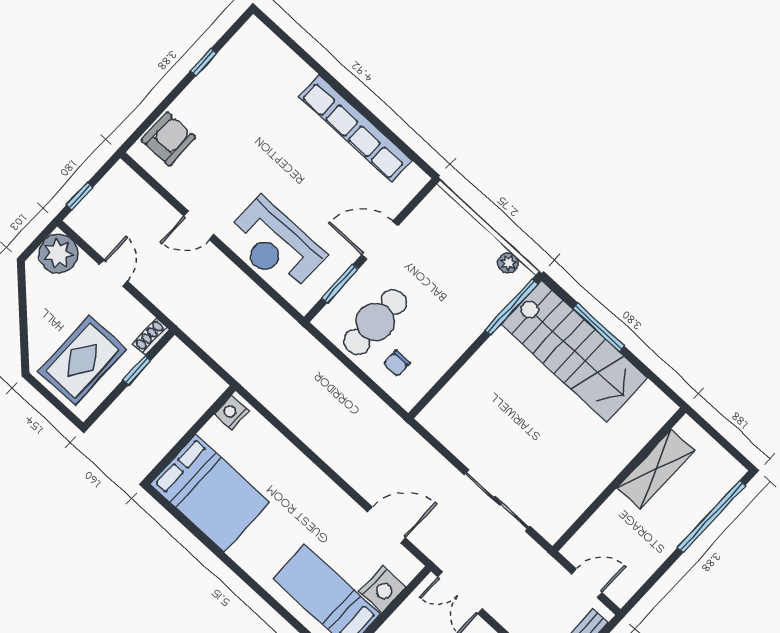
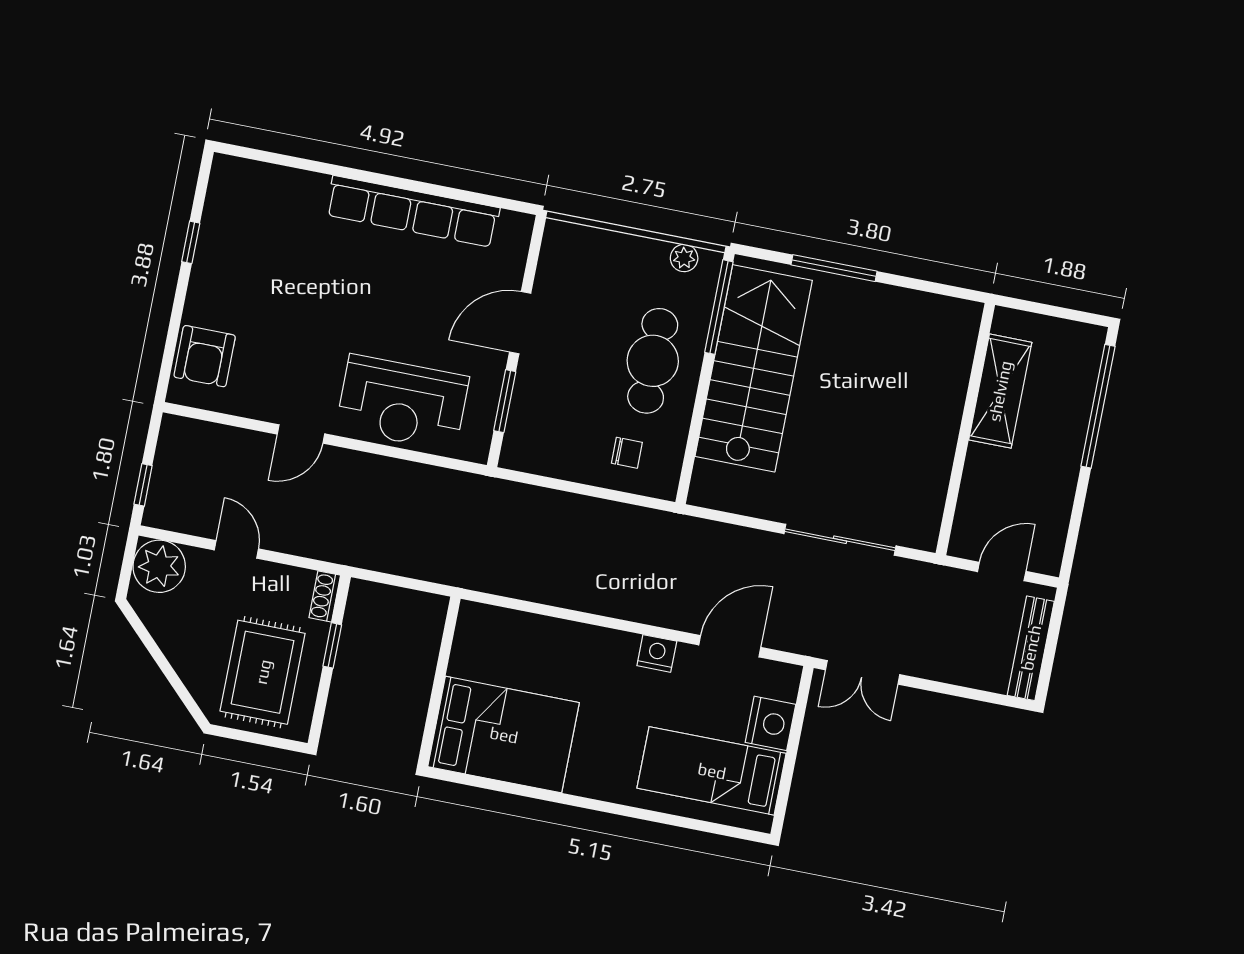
armchair: (168, 139) -> (205, 356), turned 180
cafe table: (375, 322) -> (653, 361), moved
stairs: (574, 351) -> (754, 368), moved, turned -90
chair: (397, 363) -> (627, 453), turned -90
nightstand: (231, 413) -> (657, 653), moved, turned 90

